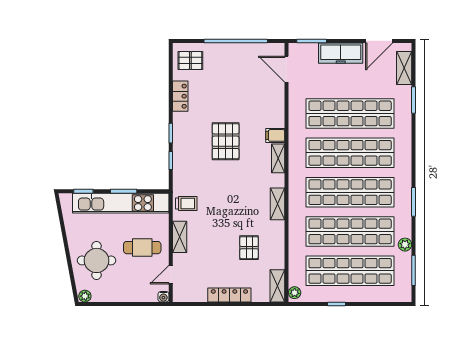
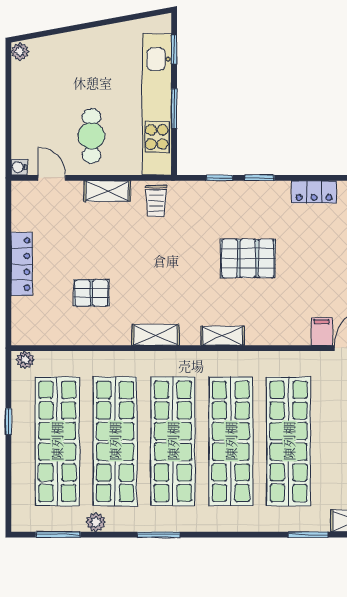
filing cabinet: (275, 135) -> (322, 332), moved
round table: (97, 260) -> (72, 69), removed
shelving: (277, 286) -> (35, 335), removed

